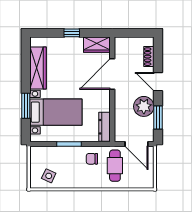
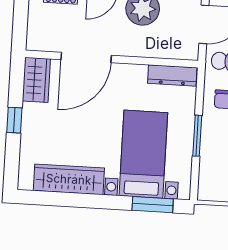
door: (112, 74) -> (86, 57), hinge flipped
window: (26, 106) -> (153, 205), moved

